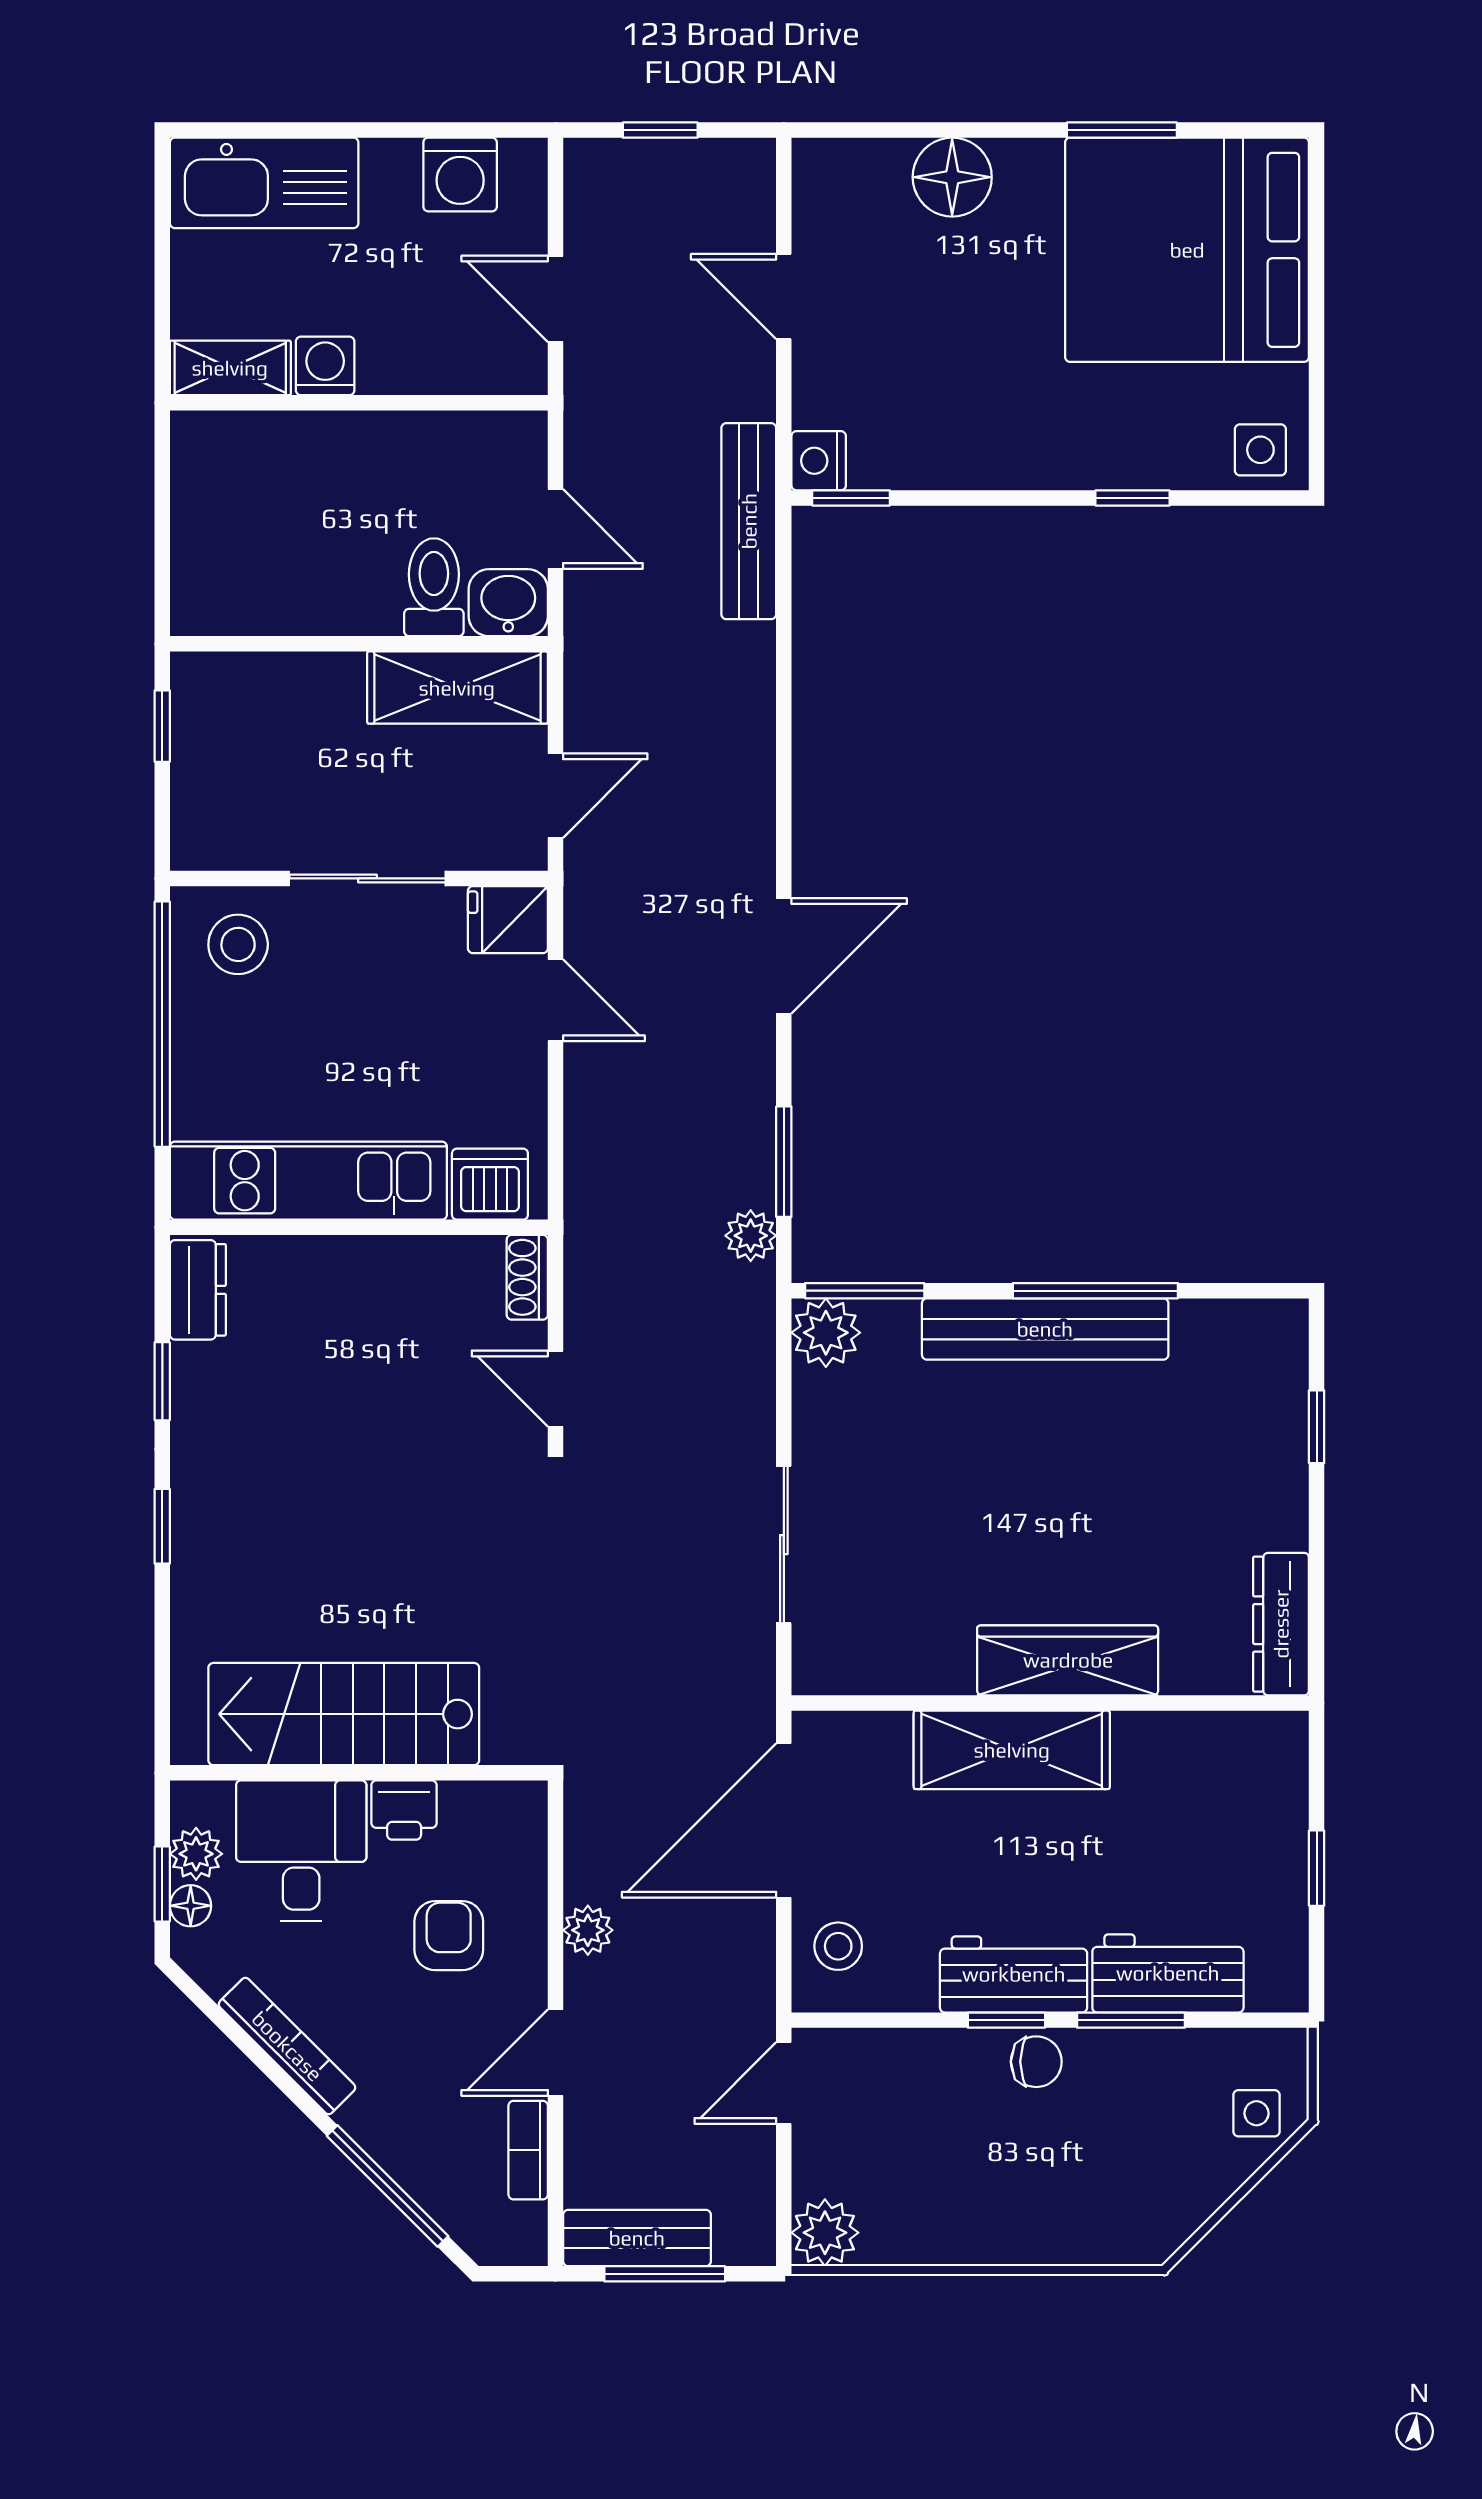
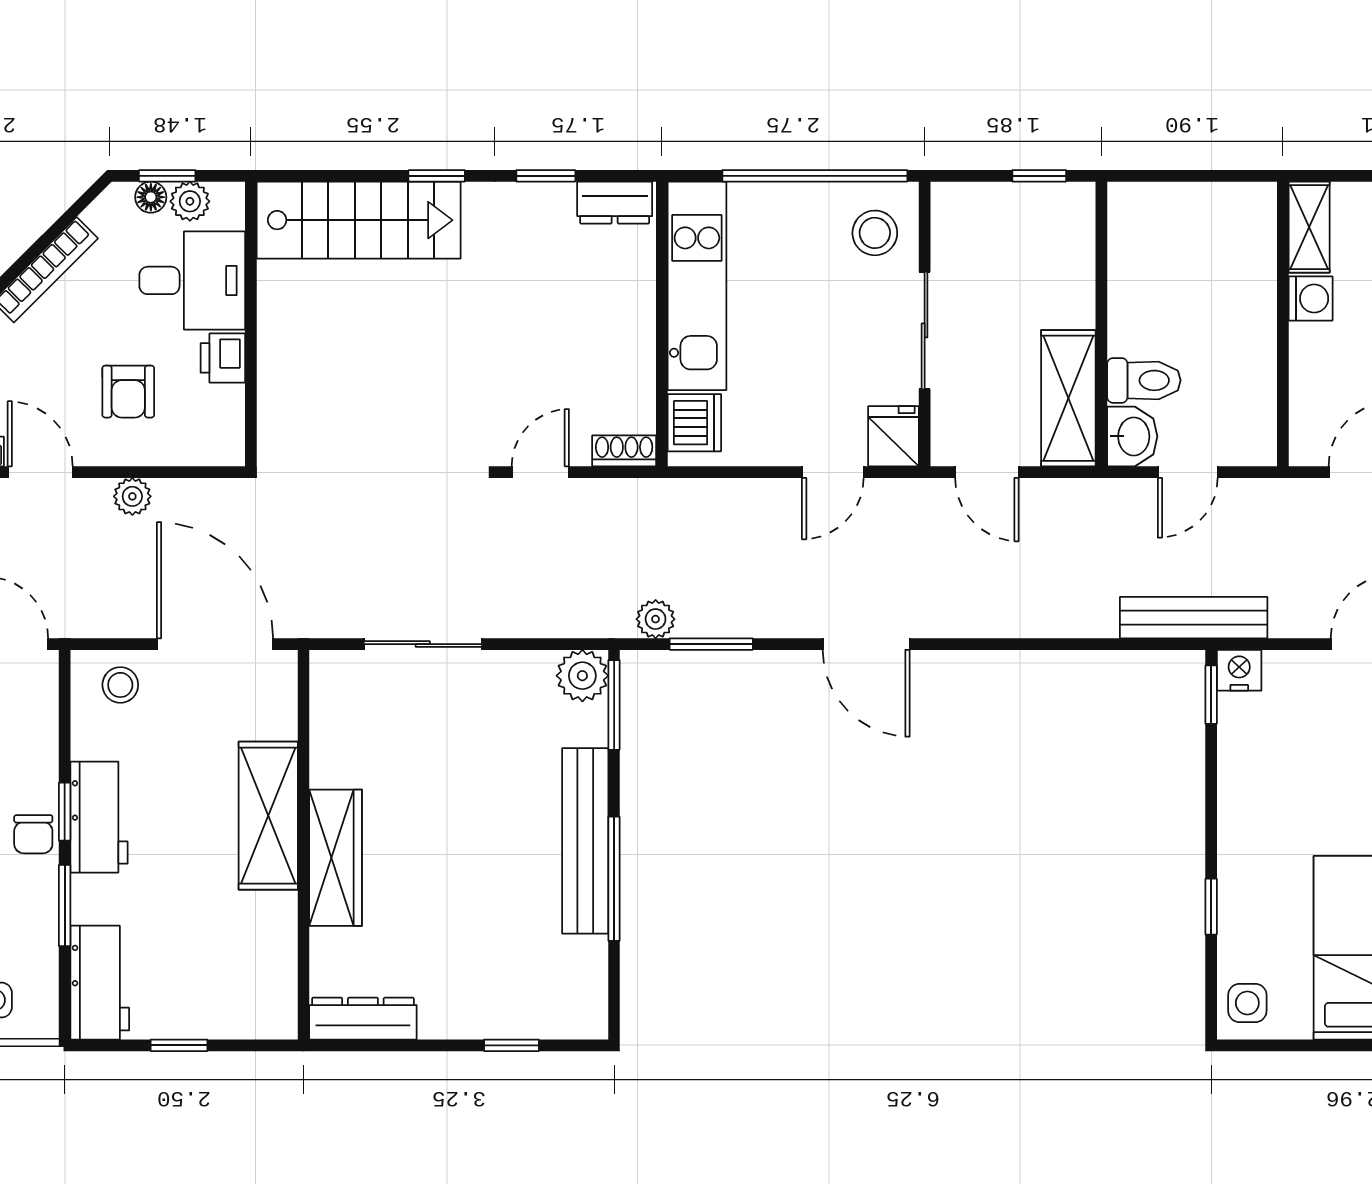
stairs: (344, 1714) -> (359, 220), moved, turned 90
armchair: (449, 1936) -> (128, 392), turned 90
workbench: (1168, 1973) -> (100, 983), moved

